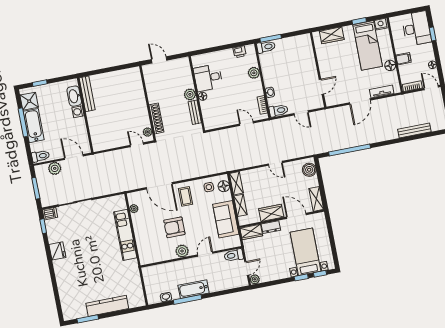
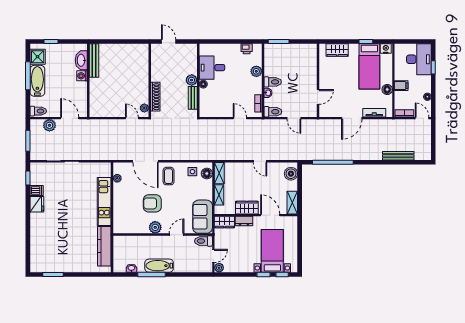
toilet: (266, 47) -> (273, 82), moved
dishwasher: (50, 214) -> (37, 190), moved
sofa: (226, 219) -> (203, 217), moved
kitchen counter: (107, 306) -> (104, 246), moved, turned -90

